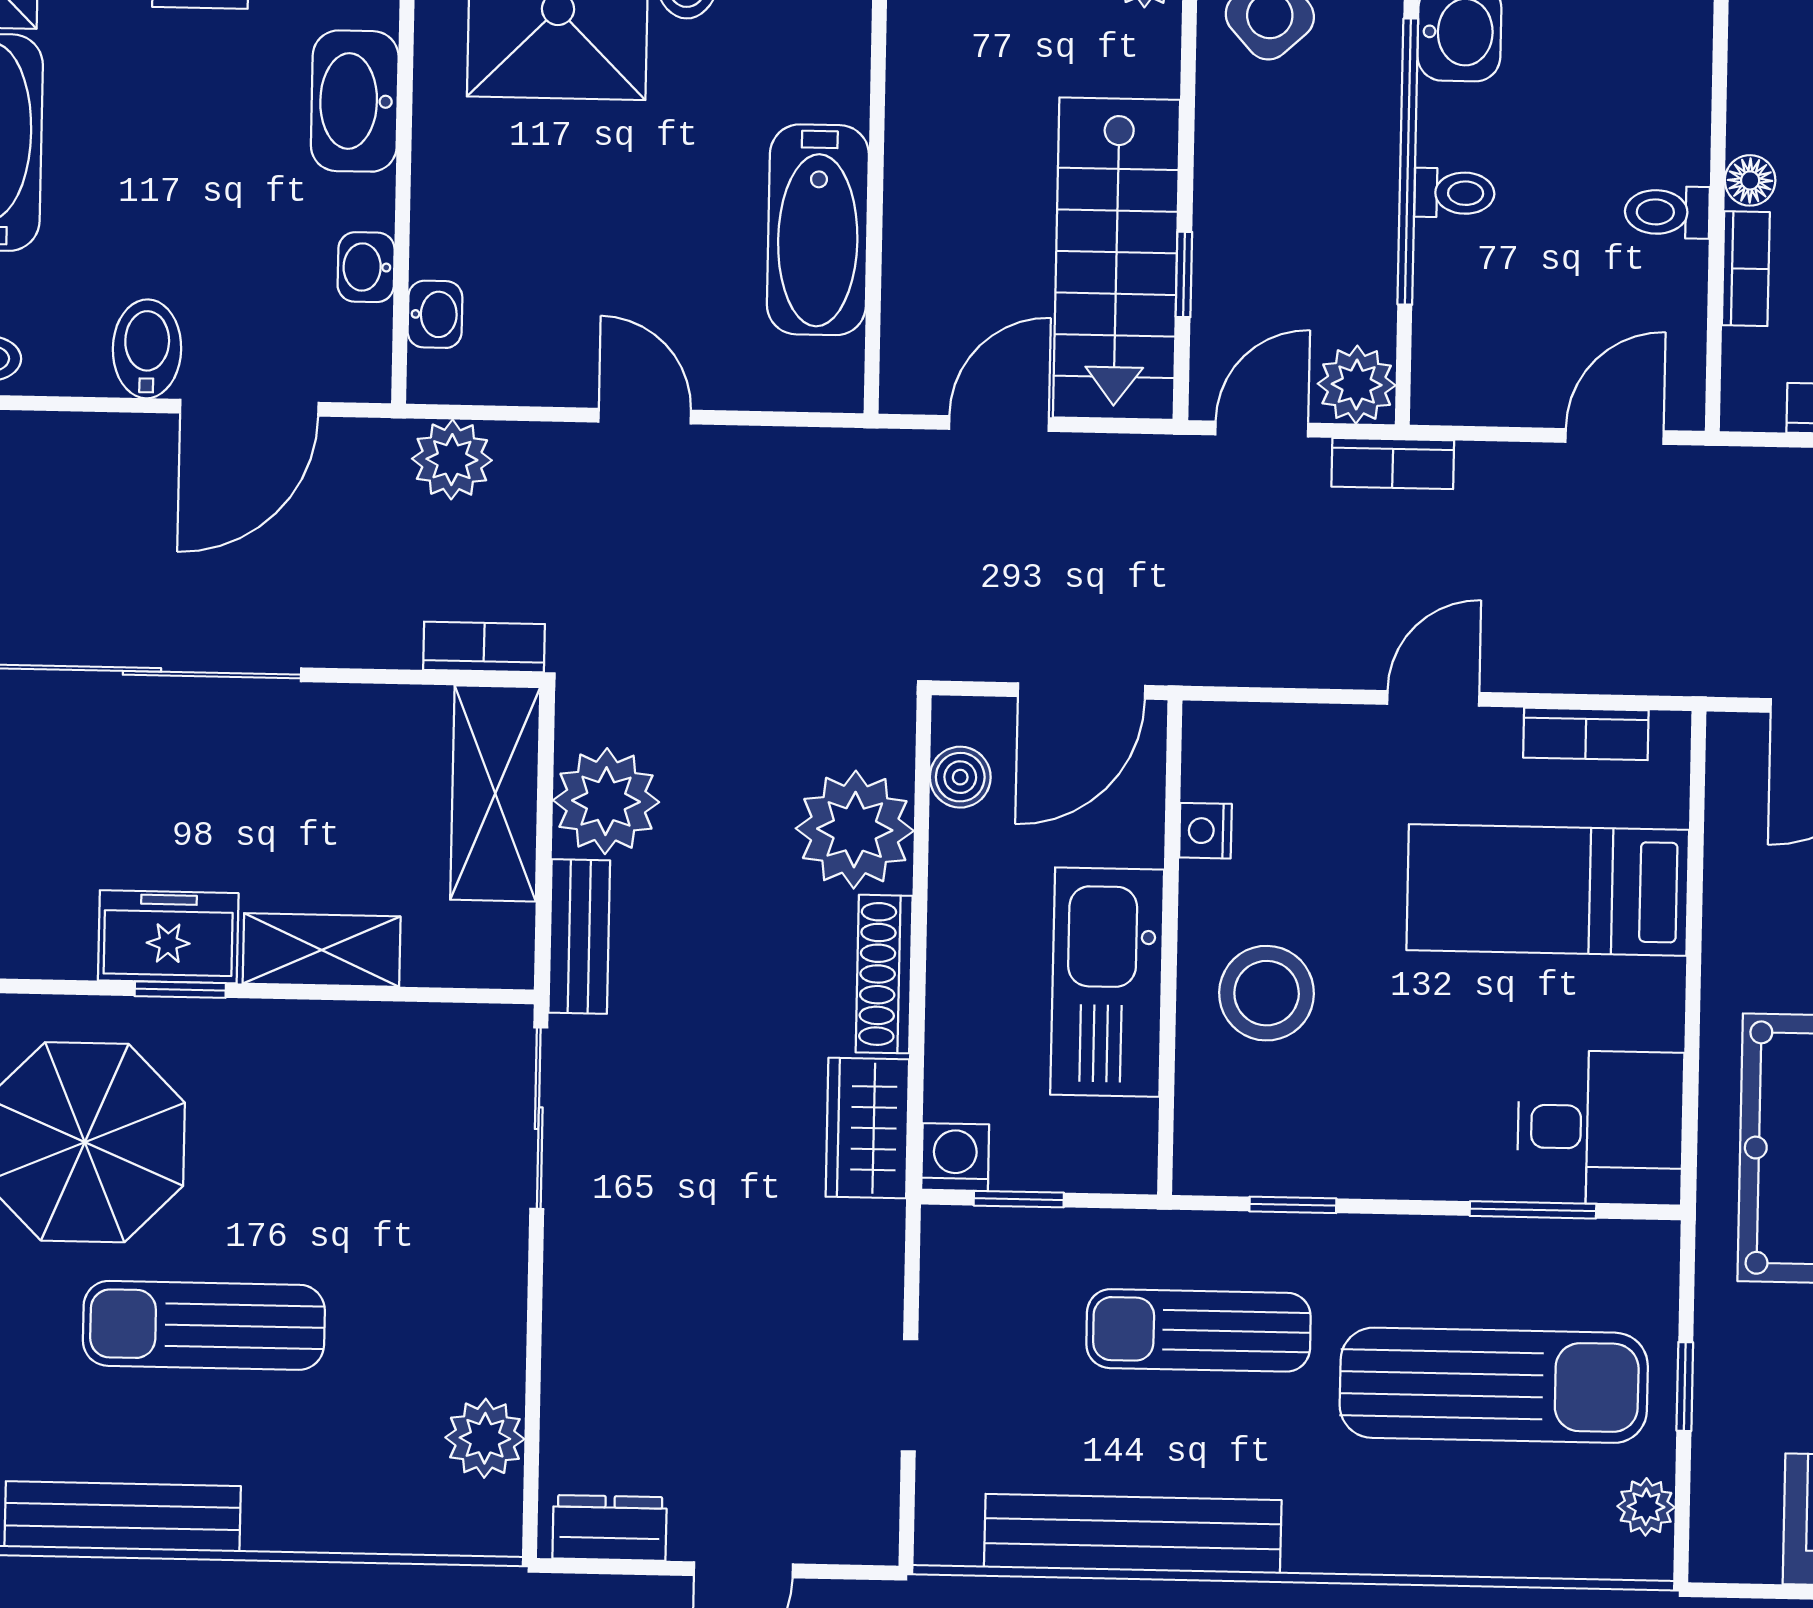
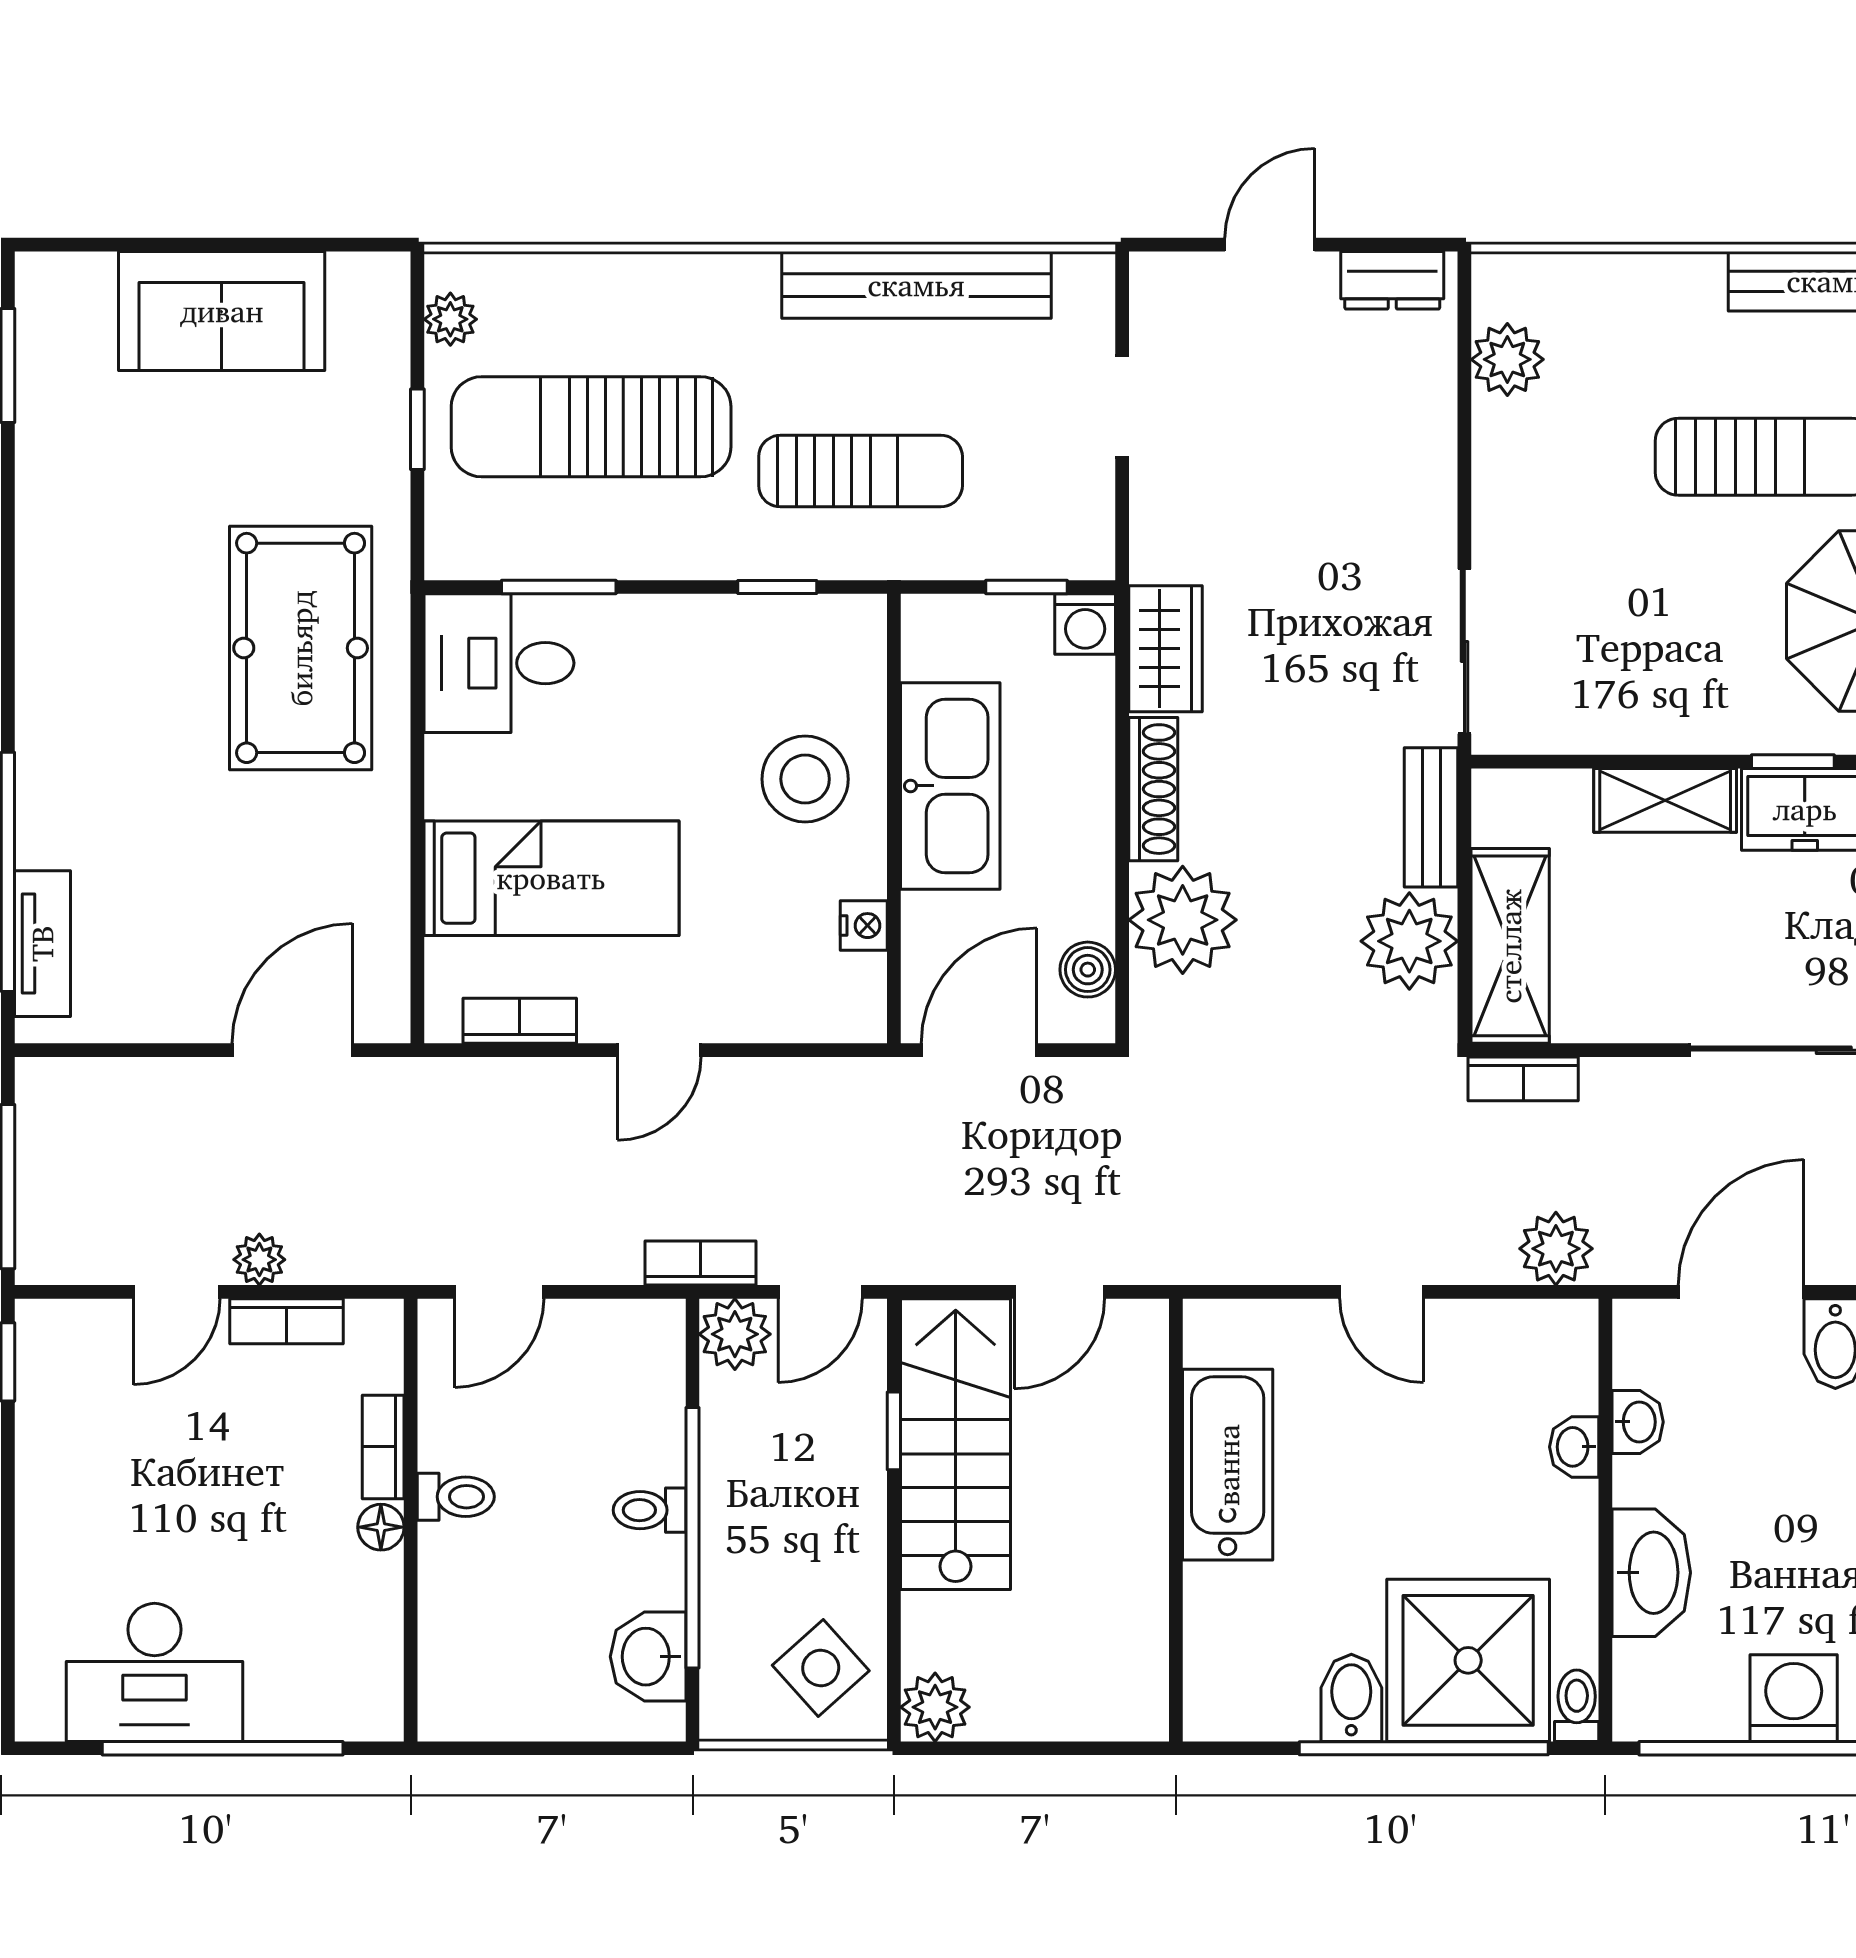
washbasin: (435, 314) -> (1574, 1447), moved

